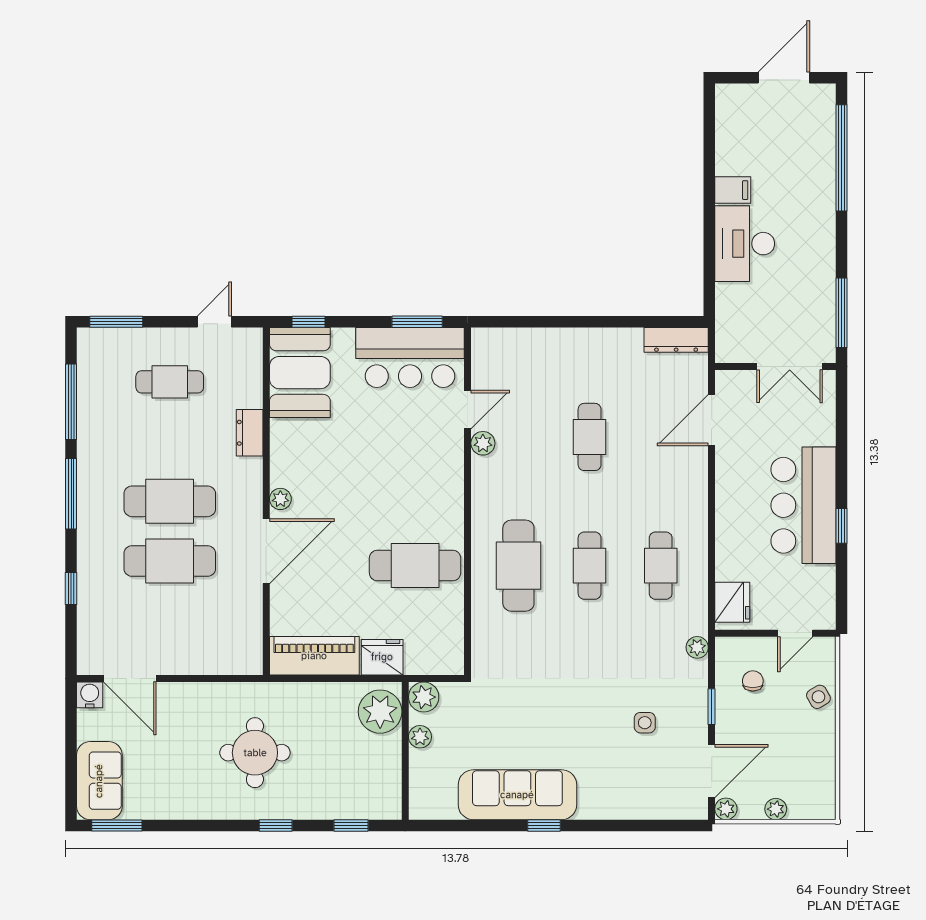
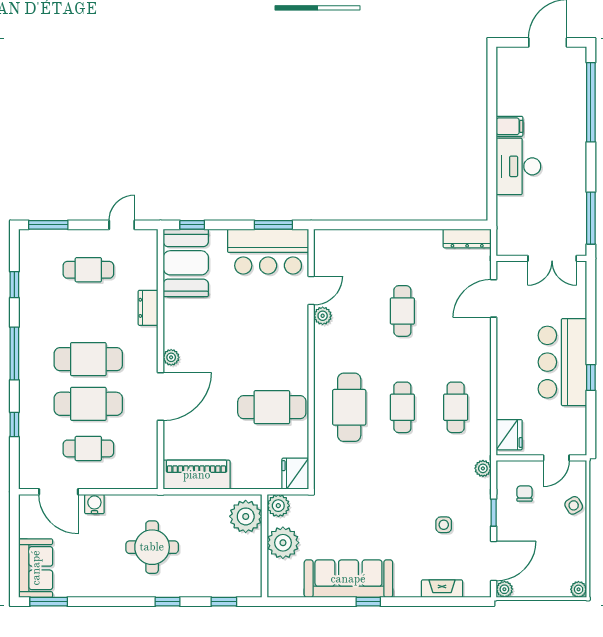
window: (71, 402) -> (14, 285), width x0.46
cafe table: (170, 621) -> (88, 448), added
fridge: (382, 657) -> (295, 474), moved, turned -90
water cooler: (90, 695) -> (94, 504), moved
plant: (420, 737) -> (283, 543), width x1.87, depth x1.87
fireplace: (642, 808) -> (442, 589), added
plant: (776, 809) -> (579, 589), moved

